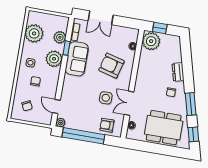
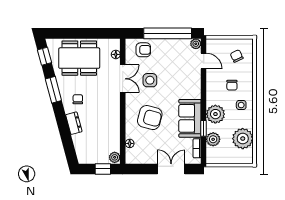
plant: (151, 41) -> (115, 157), width x0.53, depth x0.53

